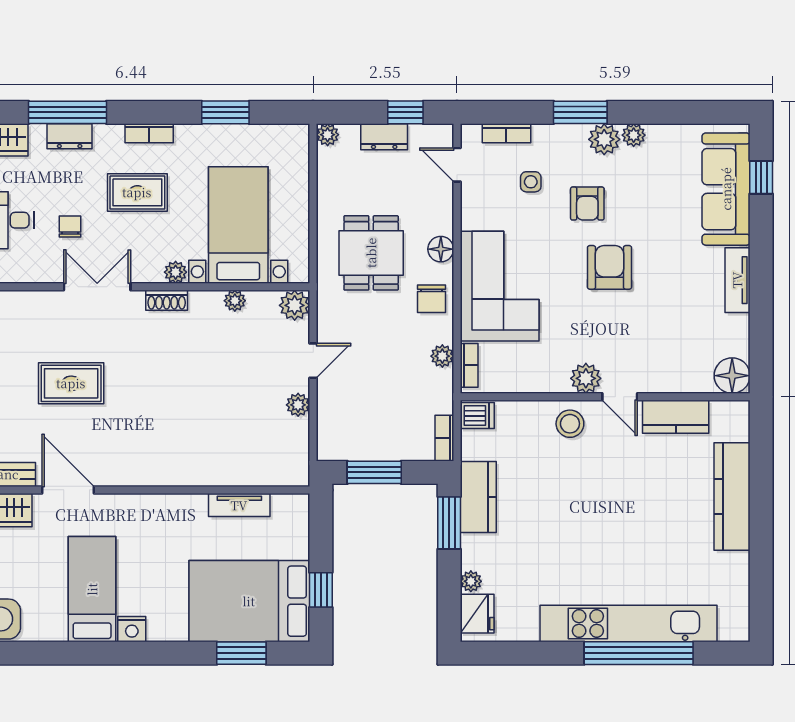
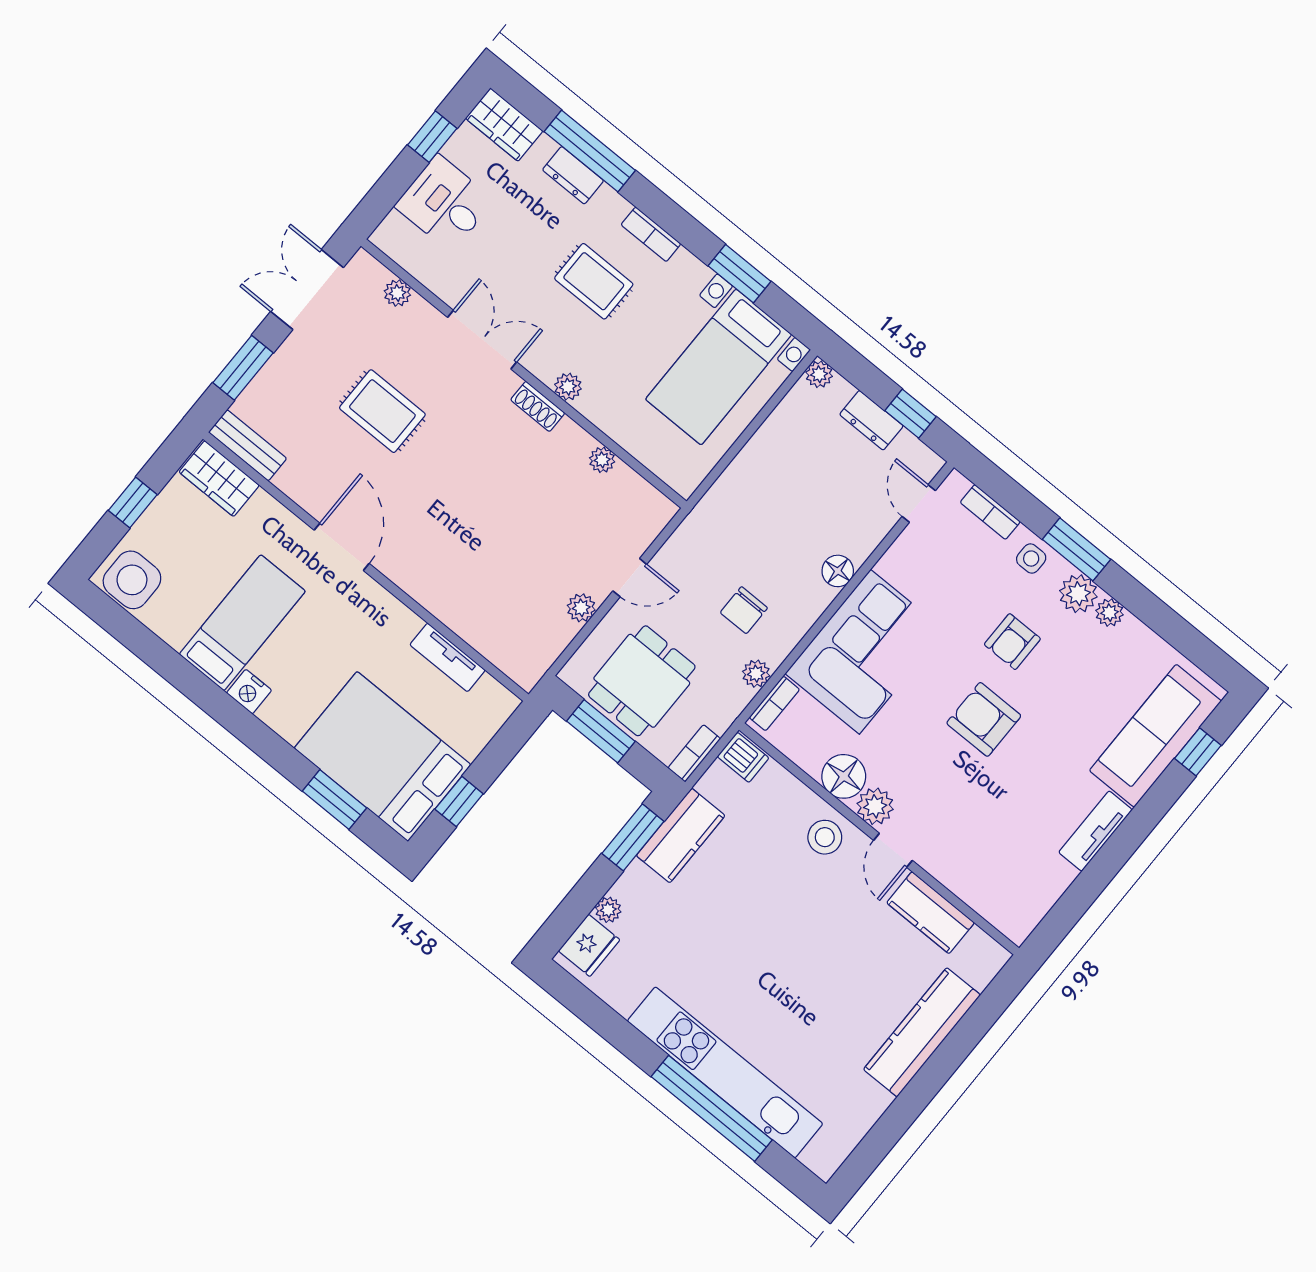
side table: (531, 182) -> (1031, 559), moved
bed with nightstands: (238, 225) -> (719, 367), moved, turned 180
chair: (70, 227) -> (503, 261), removed
dining table: (371, 253) -> (642, 681), moved
armchair: (609, 267) -> (984, 719), turned -90
chair: (431, 299) -> (744, 610), moved
plant: (295, 305) -> (397, 293), moved, width x0.73, depth x0.73
floor lamp: (732, 376) -> (844, 776), moved
door: (68, 490) -> (342, 547), moved

